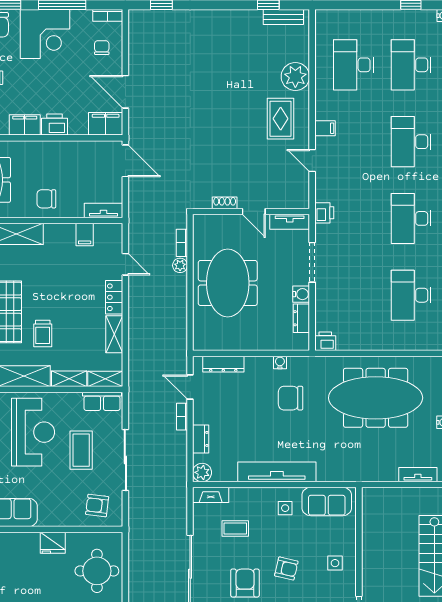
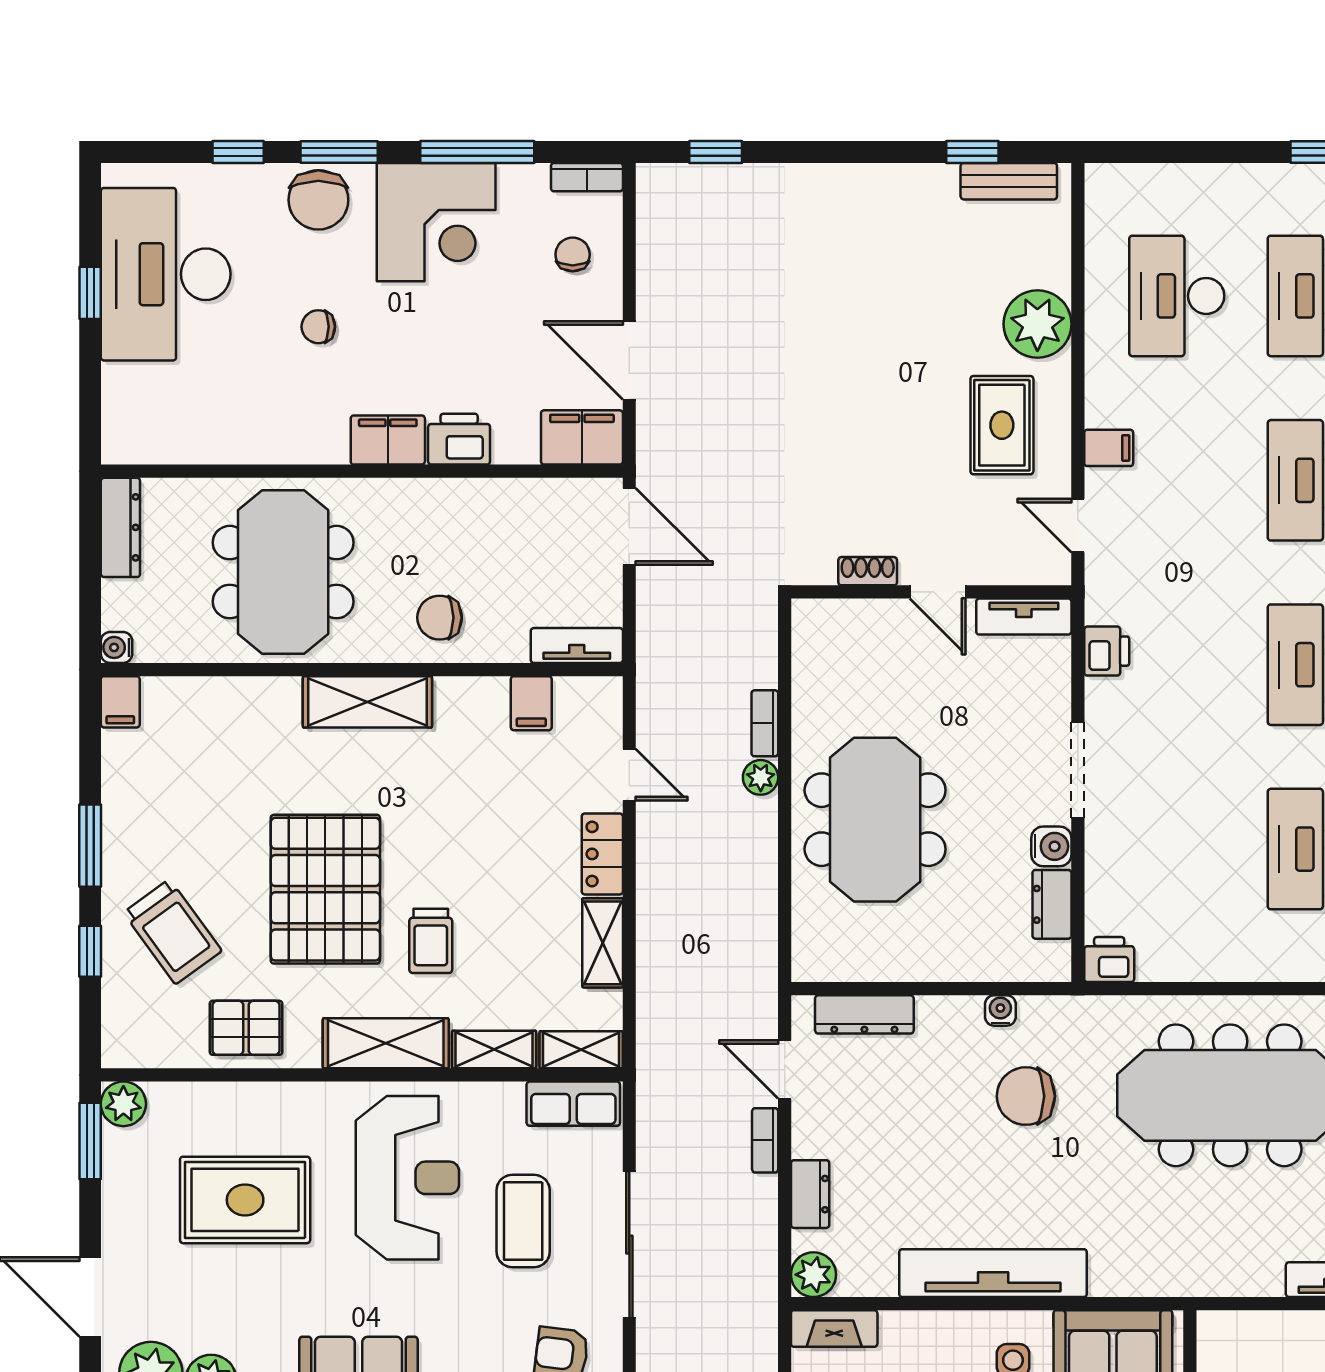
shoe rack: (225, 203) -> (868, 571), moved
wall: (251, 211) -> (931, 592), moved
door: (254, 211) -> (938, 592), moved
tv unit: (290, 222) -> (1024, 617), moved

